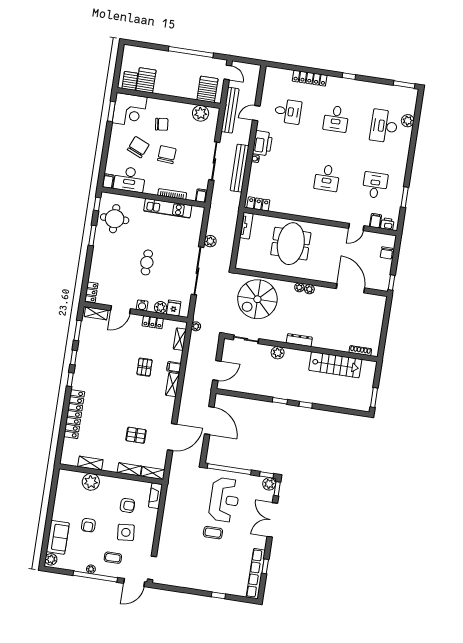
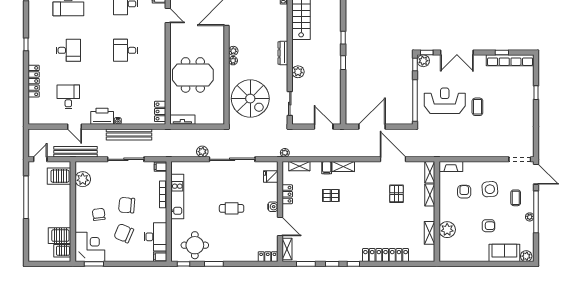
desk: (327, 178) -> (126, 50), turned 180
plant: (161, 307) -> (272, 189), removed

